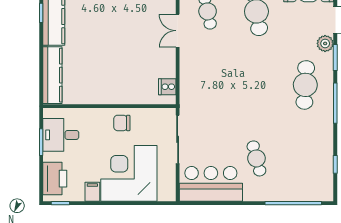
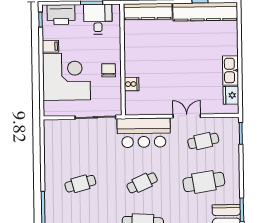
cafe table: (256, 85) -> (142, 183), added
cooker: (167, 87) -> (132, 84), moved, turned 90
bar counter: (211, 184) -> (144, 133), moved, turned 90

